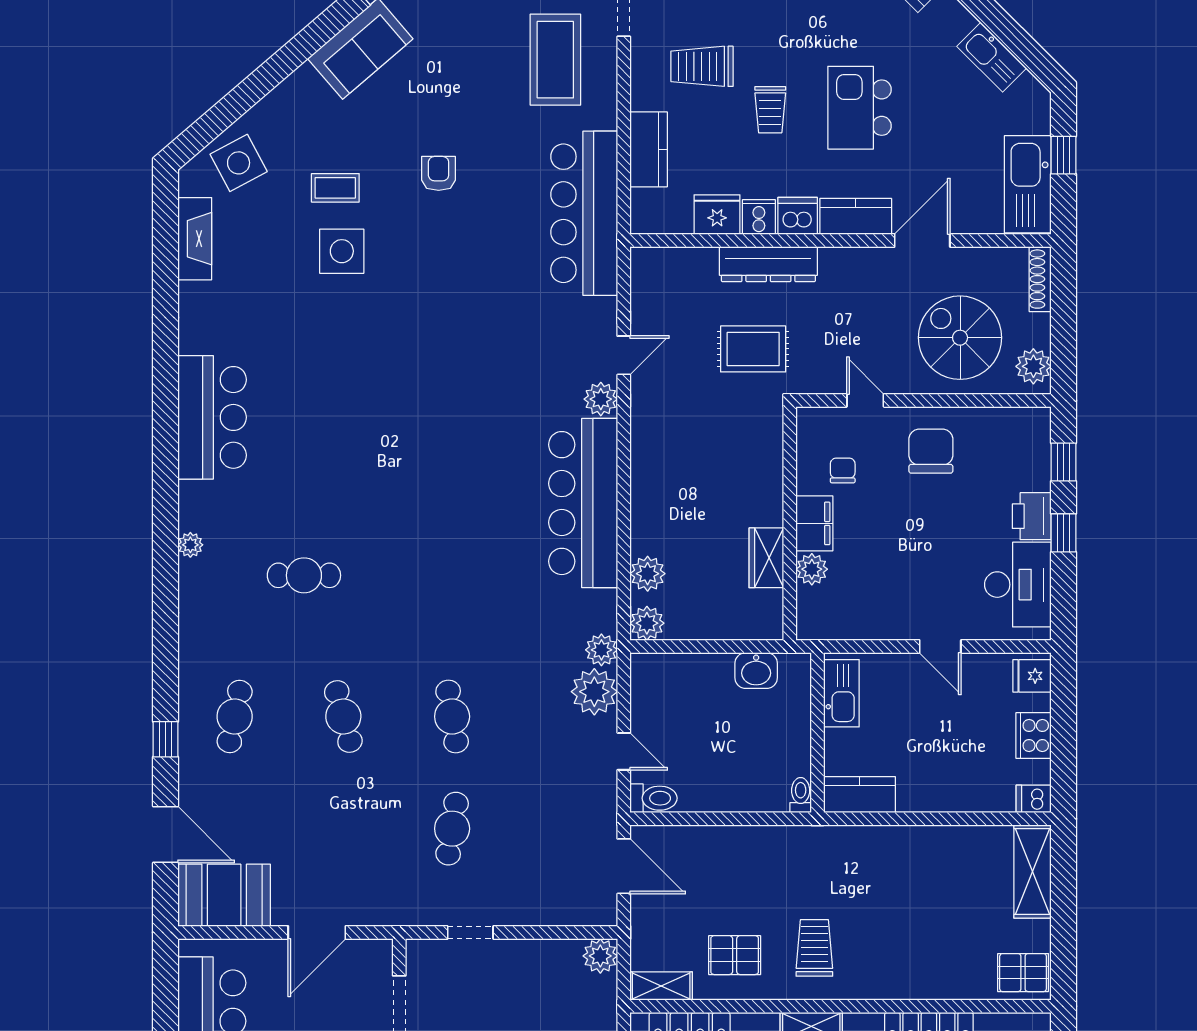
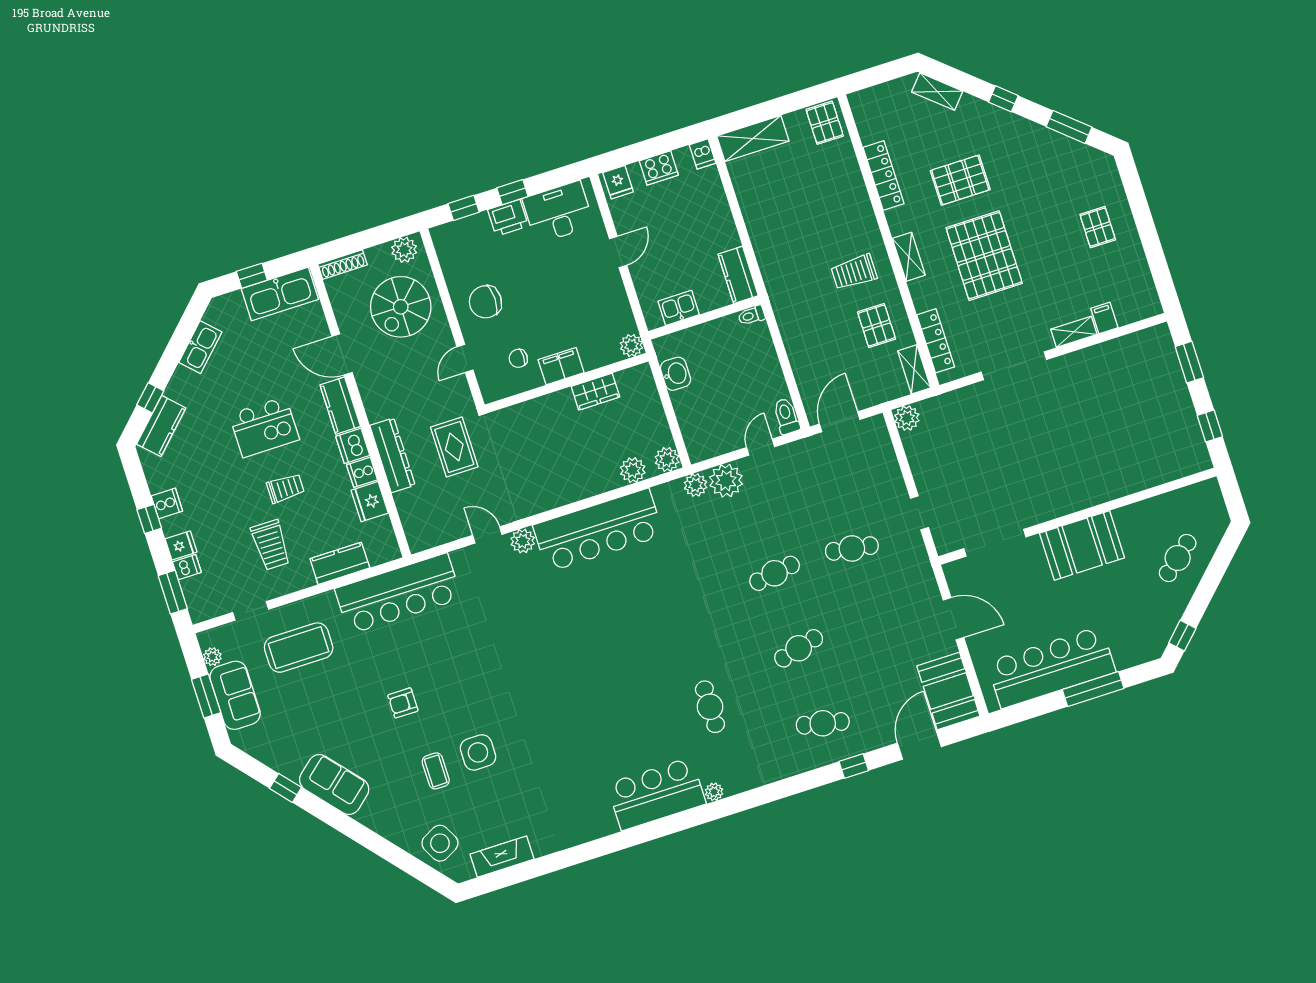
bar counter: (212, 417) -> (656, 794), moved
plant: (812, 569) -> (631, 346), moved
kitchen sink: (841, 693) -> (679, 308), width x0.73

